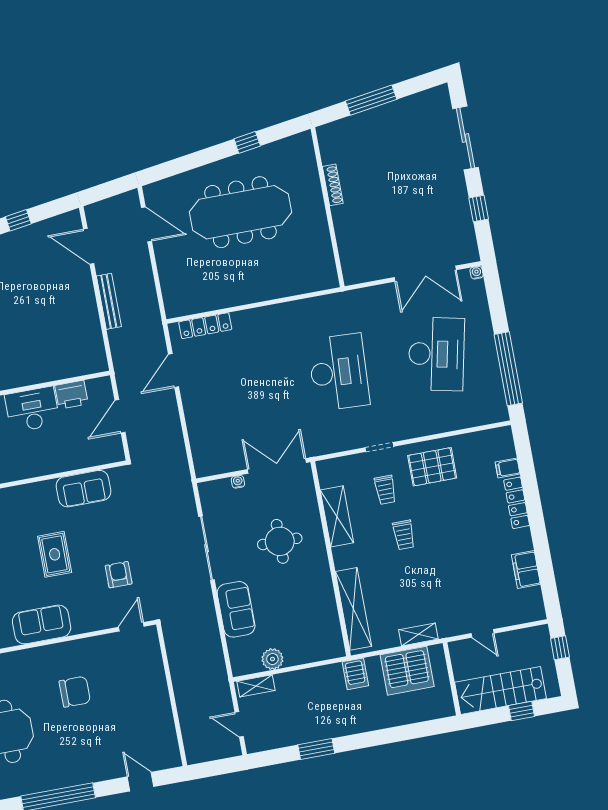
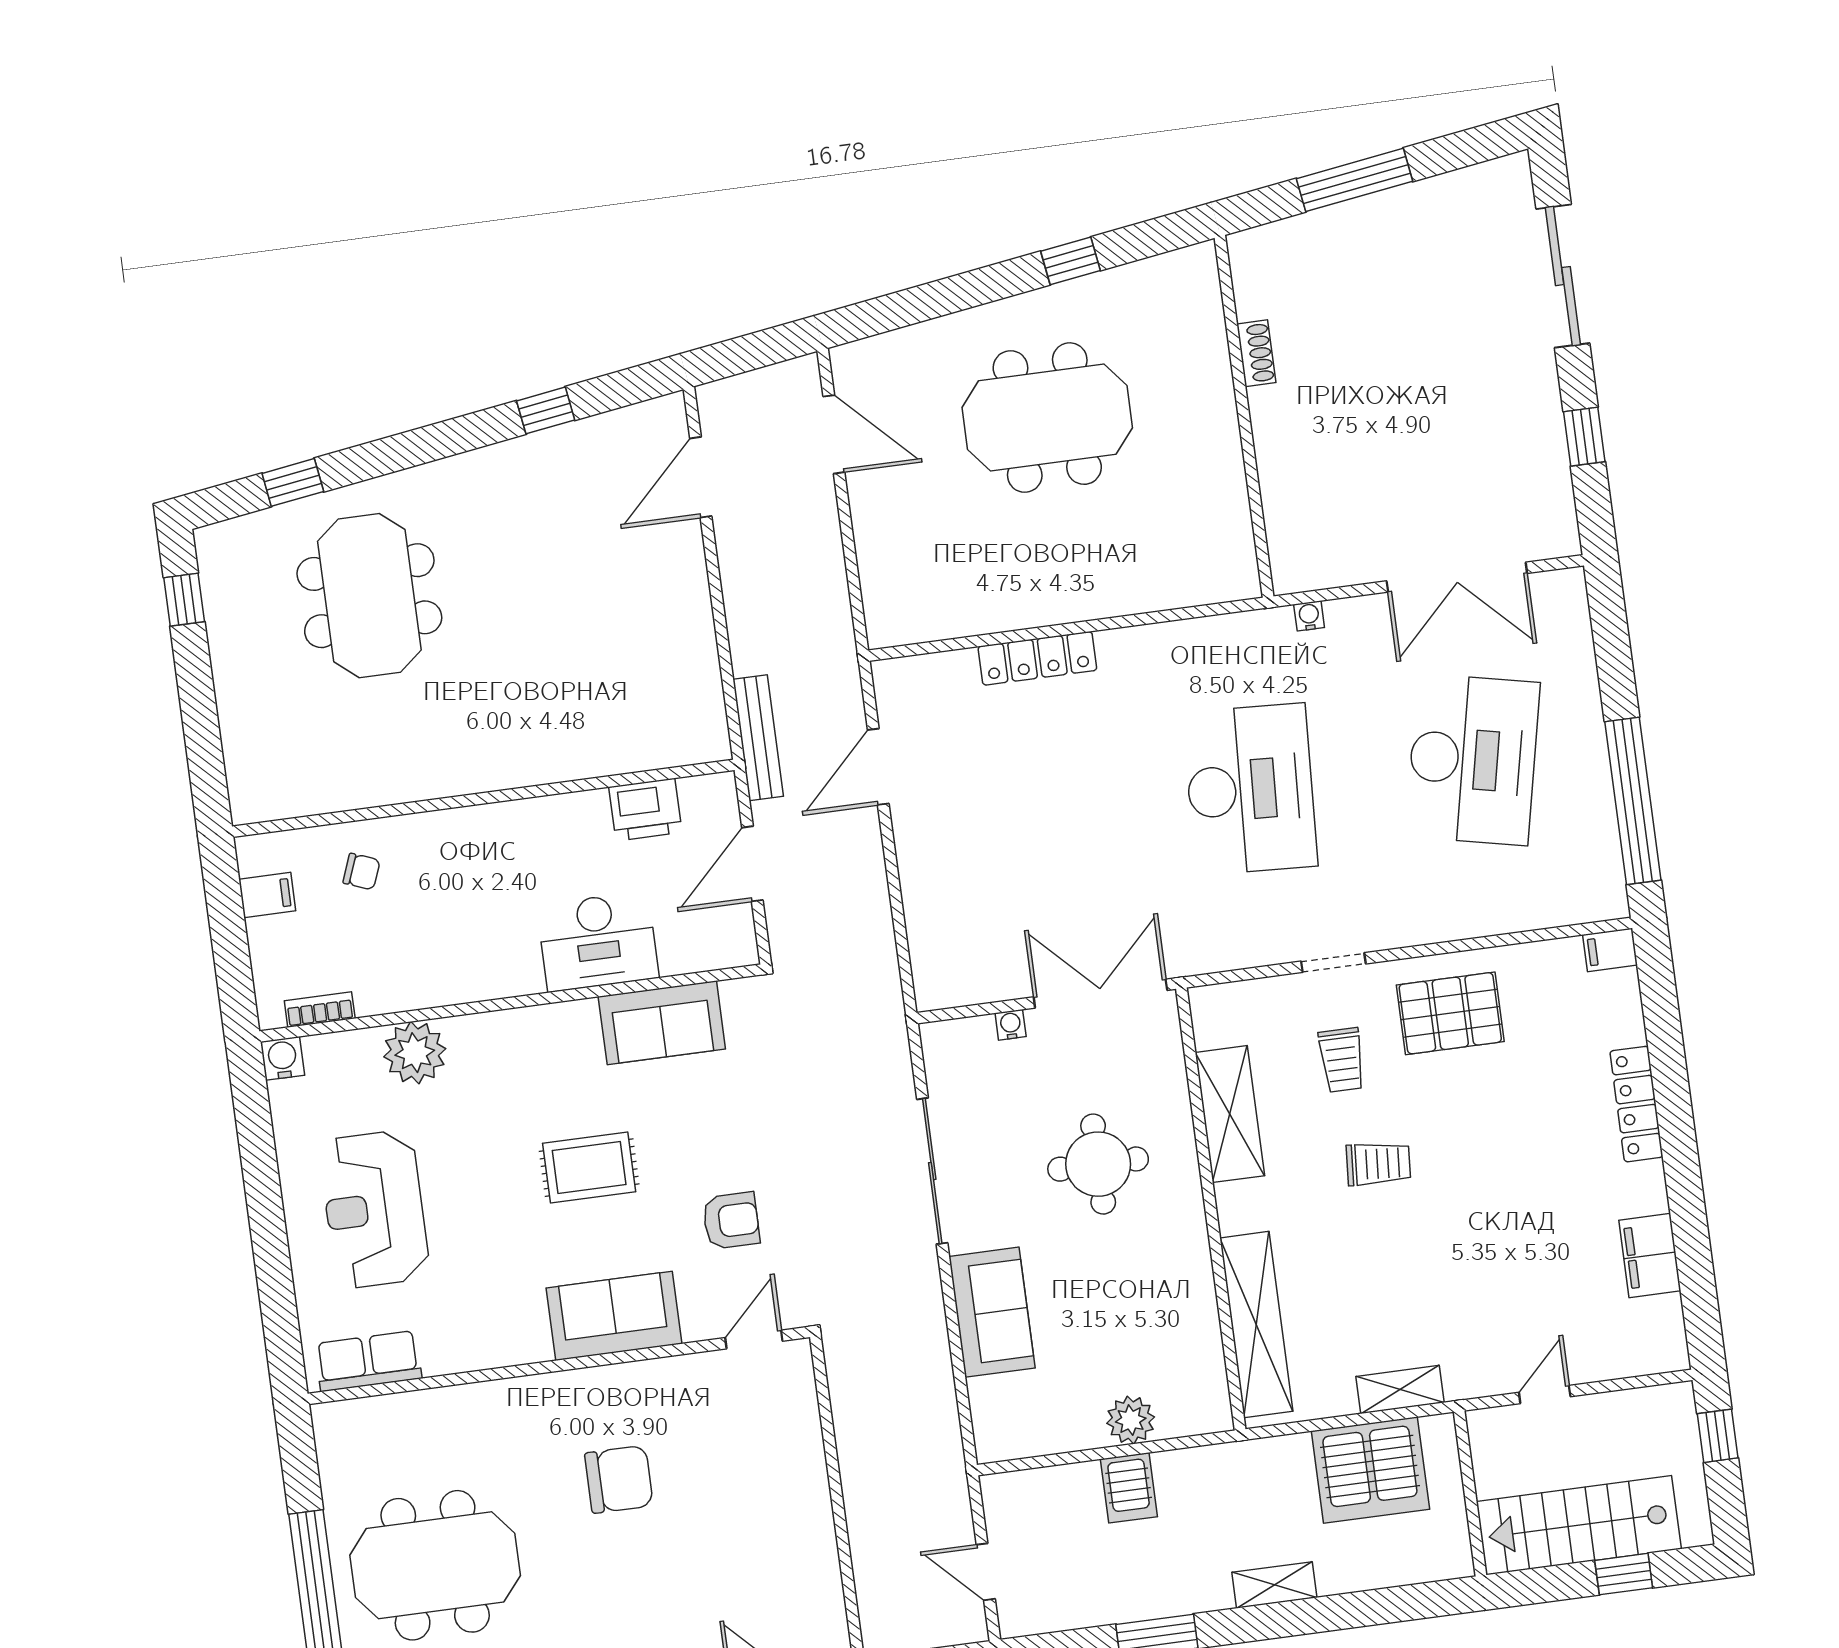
shoe rack: (333, 185) -> (1256, 353), width x0.70
meeting table: (241, 212) -> (1047, 418), width x0.73
door: (89, 246) -> (701, 477), hinge flipped
water cooler: (477, 273) -> (1309, 616), moved
bench: (109, 301) -> (758, 738), moved
locker: (205, 326) -> (1037, 658), moved
desk: (32, 409) -> (598, 941), moved, turned 180
filing cabinet: (508, 468) -> (1610, 950), moved
trolley: (404, 535) -> (1378, 1164), turned -86
rug: (55, 554) -> (589, 1167), turned 90
armchair: (119, 575) -> (731, 1221), turned 90
sofa: (42, 624) -> (614, 1316), moved
door: (483, 633) -> (1545, 1394), swing flipped
plant: (272, 659) -> (1131, 1420), moved
server rack: (355, 674) -> (1129, 1488), moved
shelving: (256, 686) -> (1274, 1585), moved

